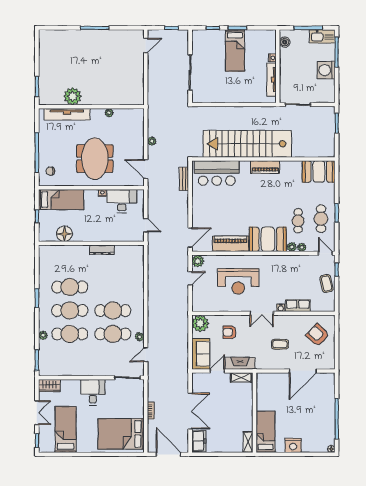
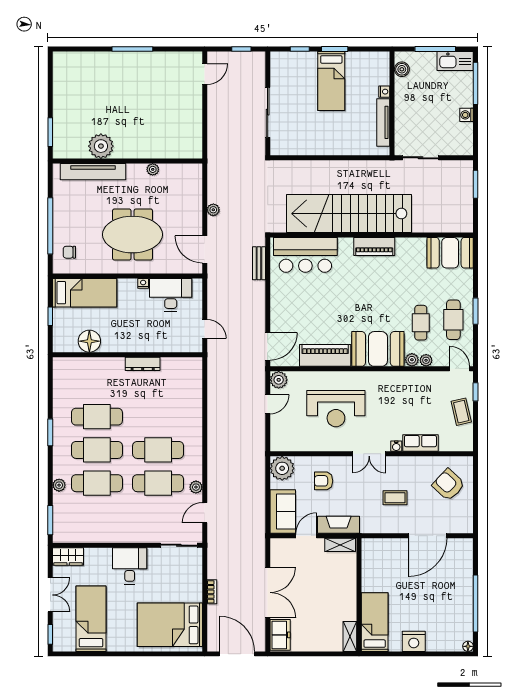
washing machine: (326, 70) -> (467, 115), width x0.53, depth x0.53
meeting table: (95, 159) -> (133, 235), turned 90

